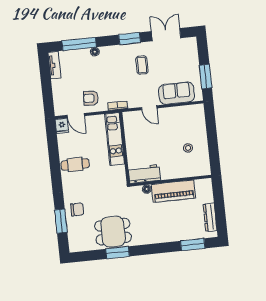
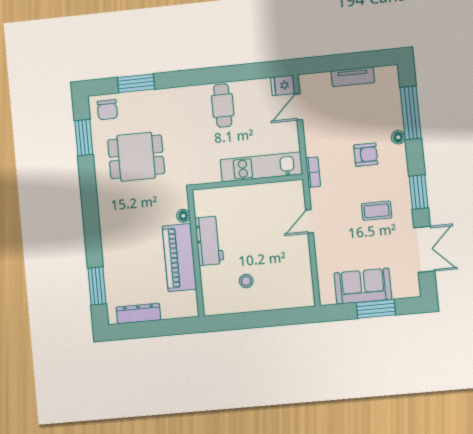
tv unit: (54, 65) -> (353, 77), moved
window: (206, 77) -> (376, 309), moved
sofa: (177, 93) -> (363, 286), moved, turned -90
armchair: (91, 98) -> (366, 155), moved, turned 87
workbench: (144, 174) -> (209, 241), moved
chair: (77, 209) -> (107, 110), moved
dining table: (113, 232) -> (136, 157), moved, turned 90
window: (118, 253) -> (84, 137), moved

